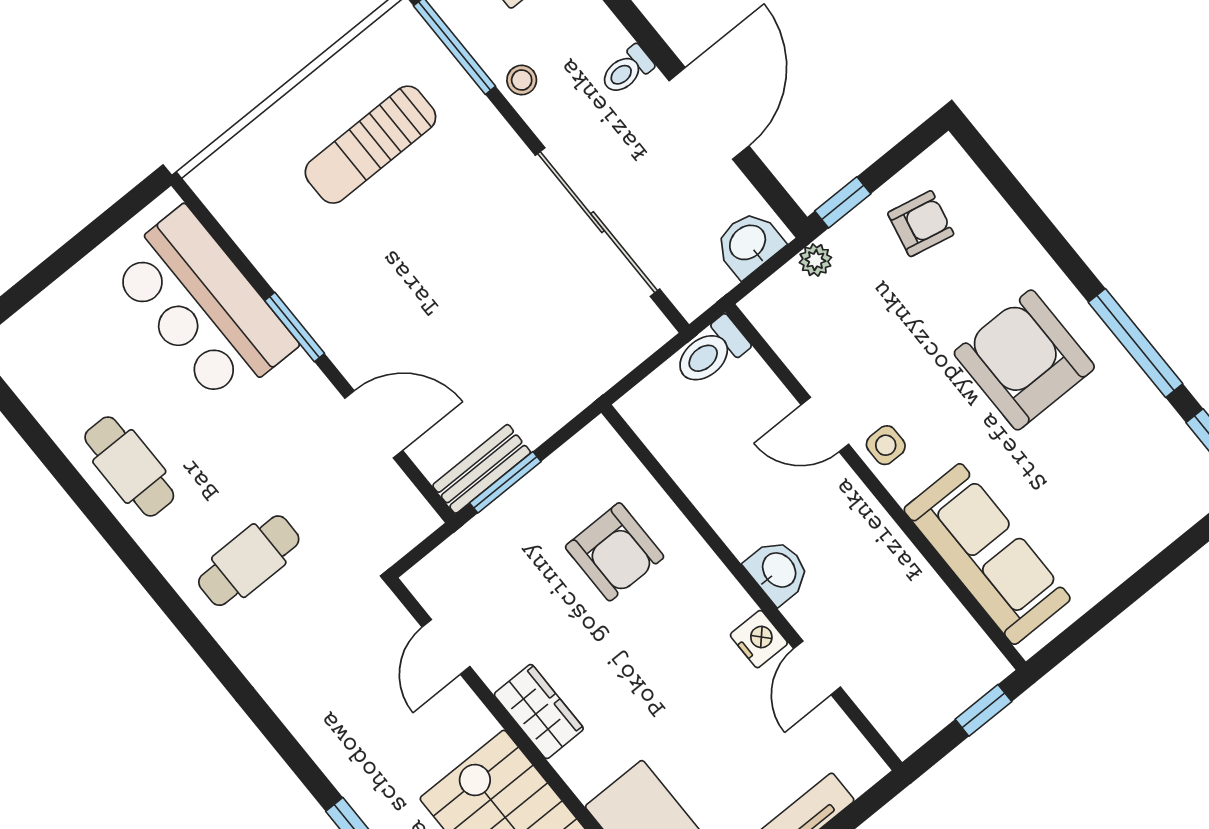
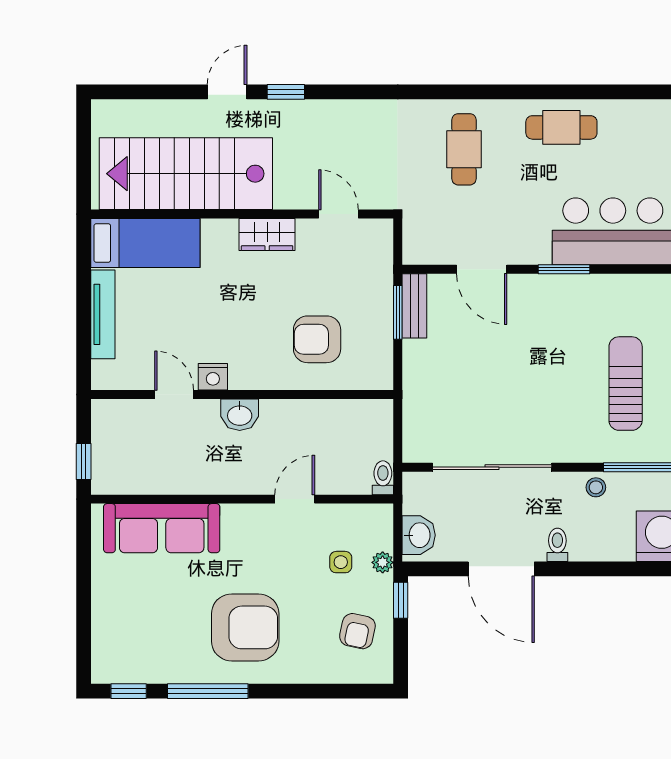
toilet: (711, 352) -> (383, 478), width x0.73, depth x0.72
door: (374, 424) -> (482, 269), hinge flipped
side table: (886, 445) -> (341, 562), moved

